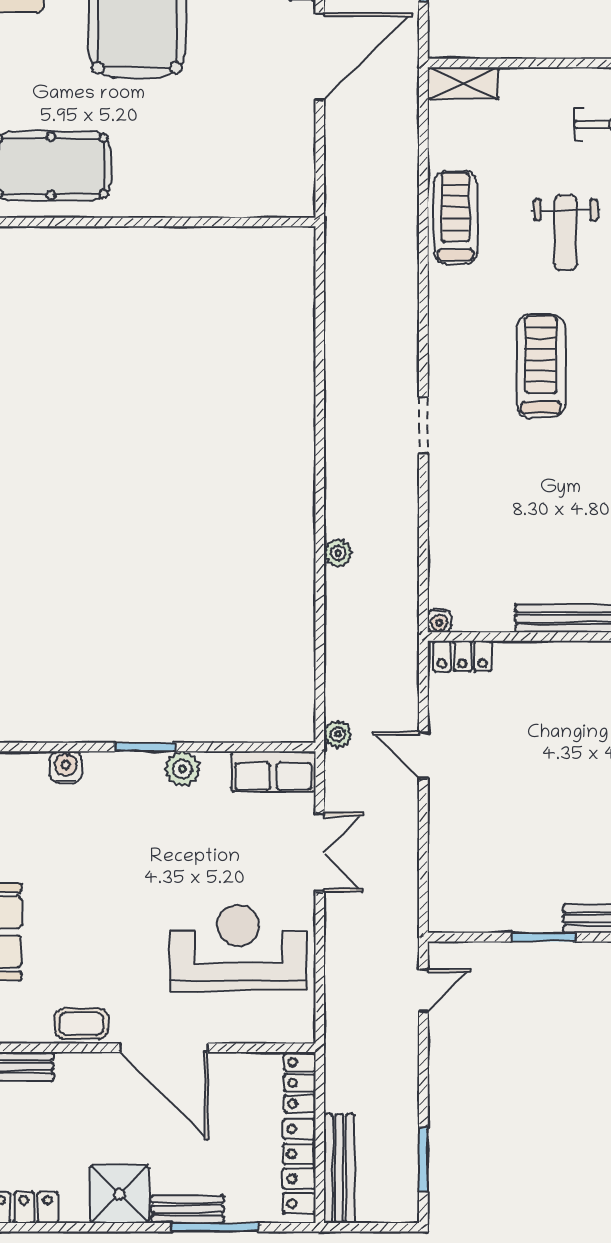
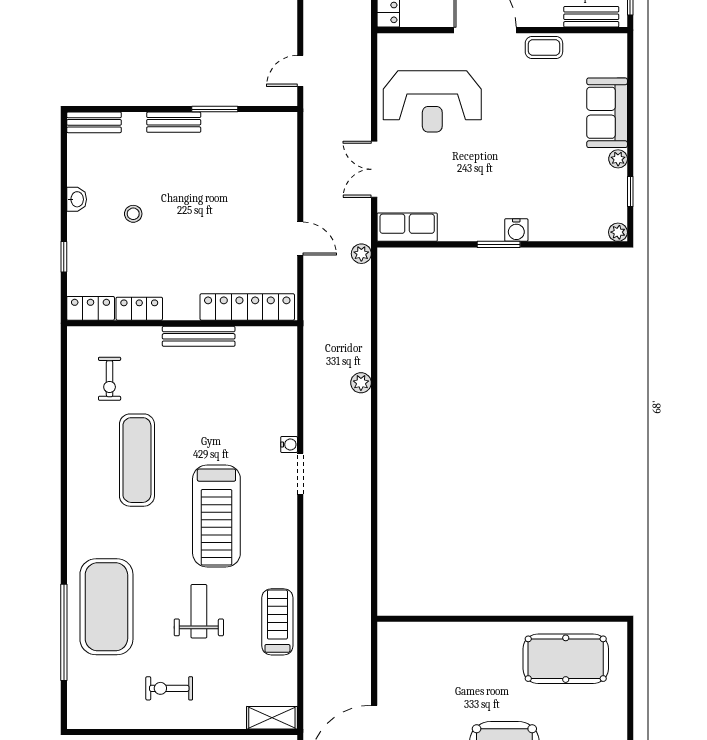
treadmill: (455, 218) -> (277, 622), turned 180
treadmill: (541, 366) -> (216, 516), width x1.37, depth x1.38
water cooler: (439, 621) -> (289, 445), moved, turned 90
locker: (462, 656) -> (247, 307), width x2.16, depth x1.21
water cooler: (66, 767) -> (516, 230), moved
plant: (182, 769) -> (472, 229), removed

